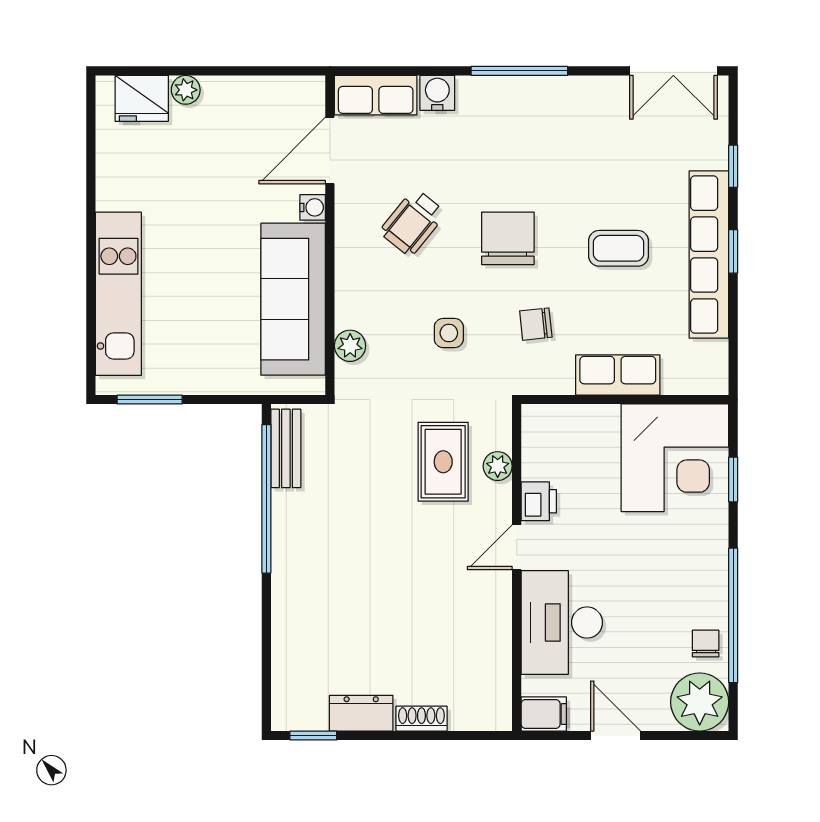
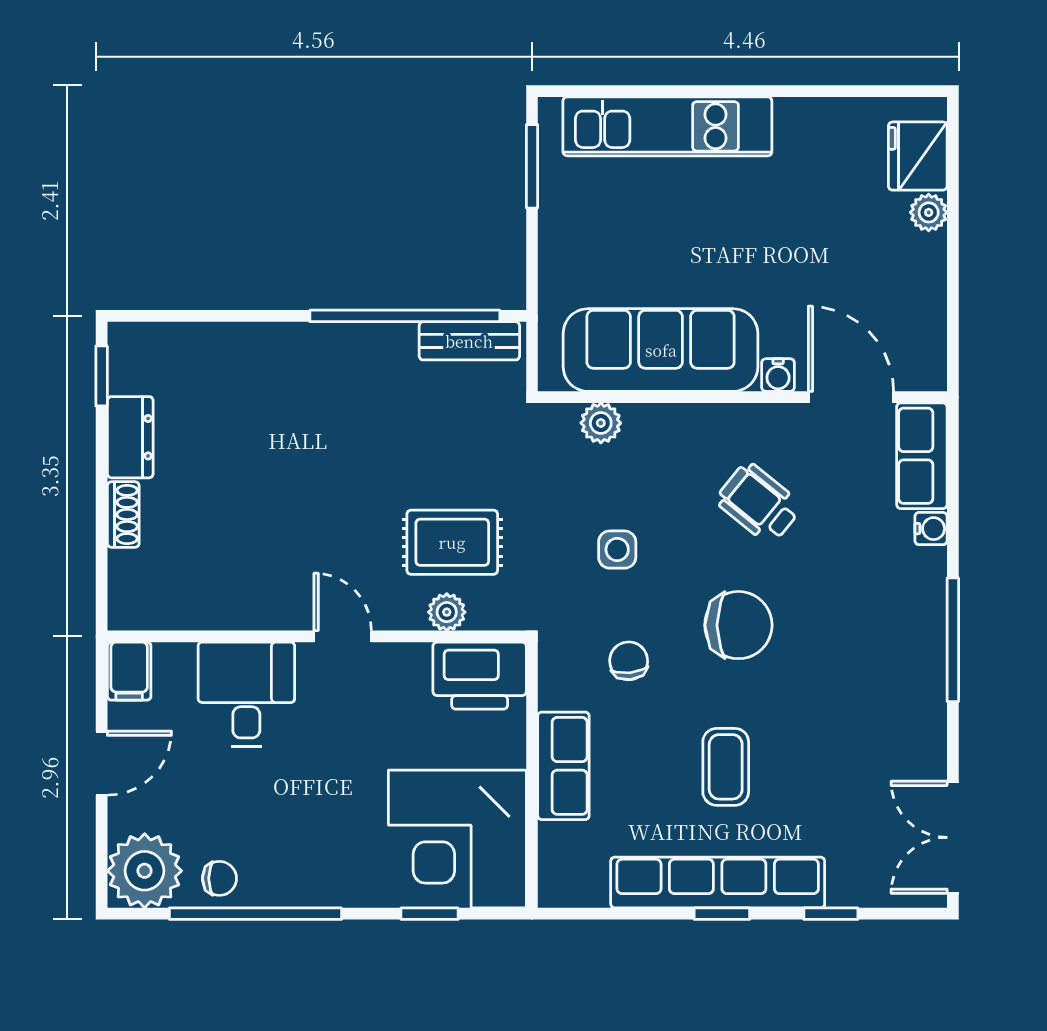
water cooler: (437, 93) -> (931, 529), width x0.72, depth x0.72
printer: (539, 501) -> (480, 676), moved, width x1.87, depth x1.48
desk: (562, 623) -> (246, 694), width x0.73

